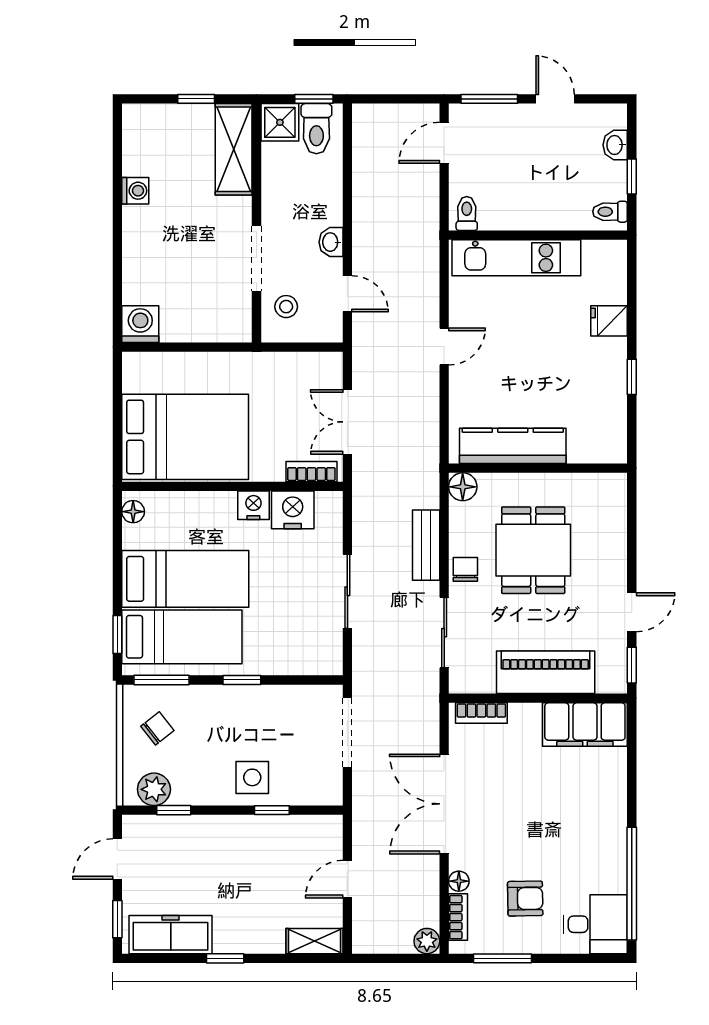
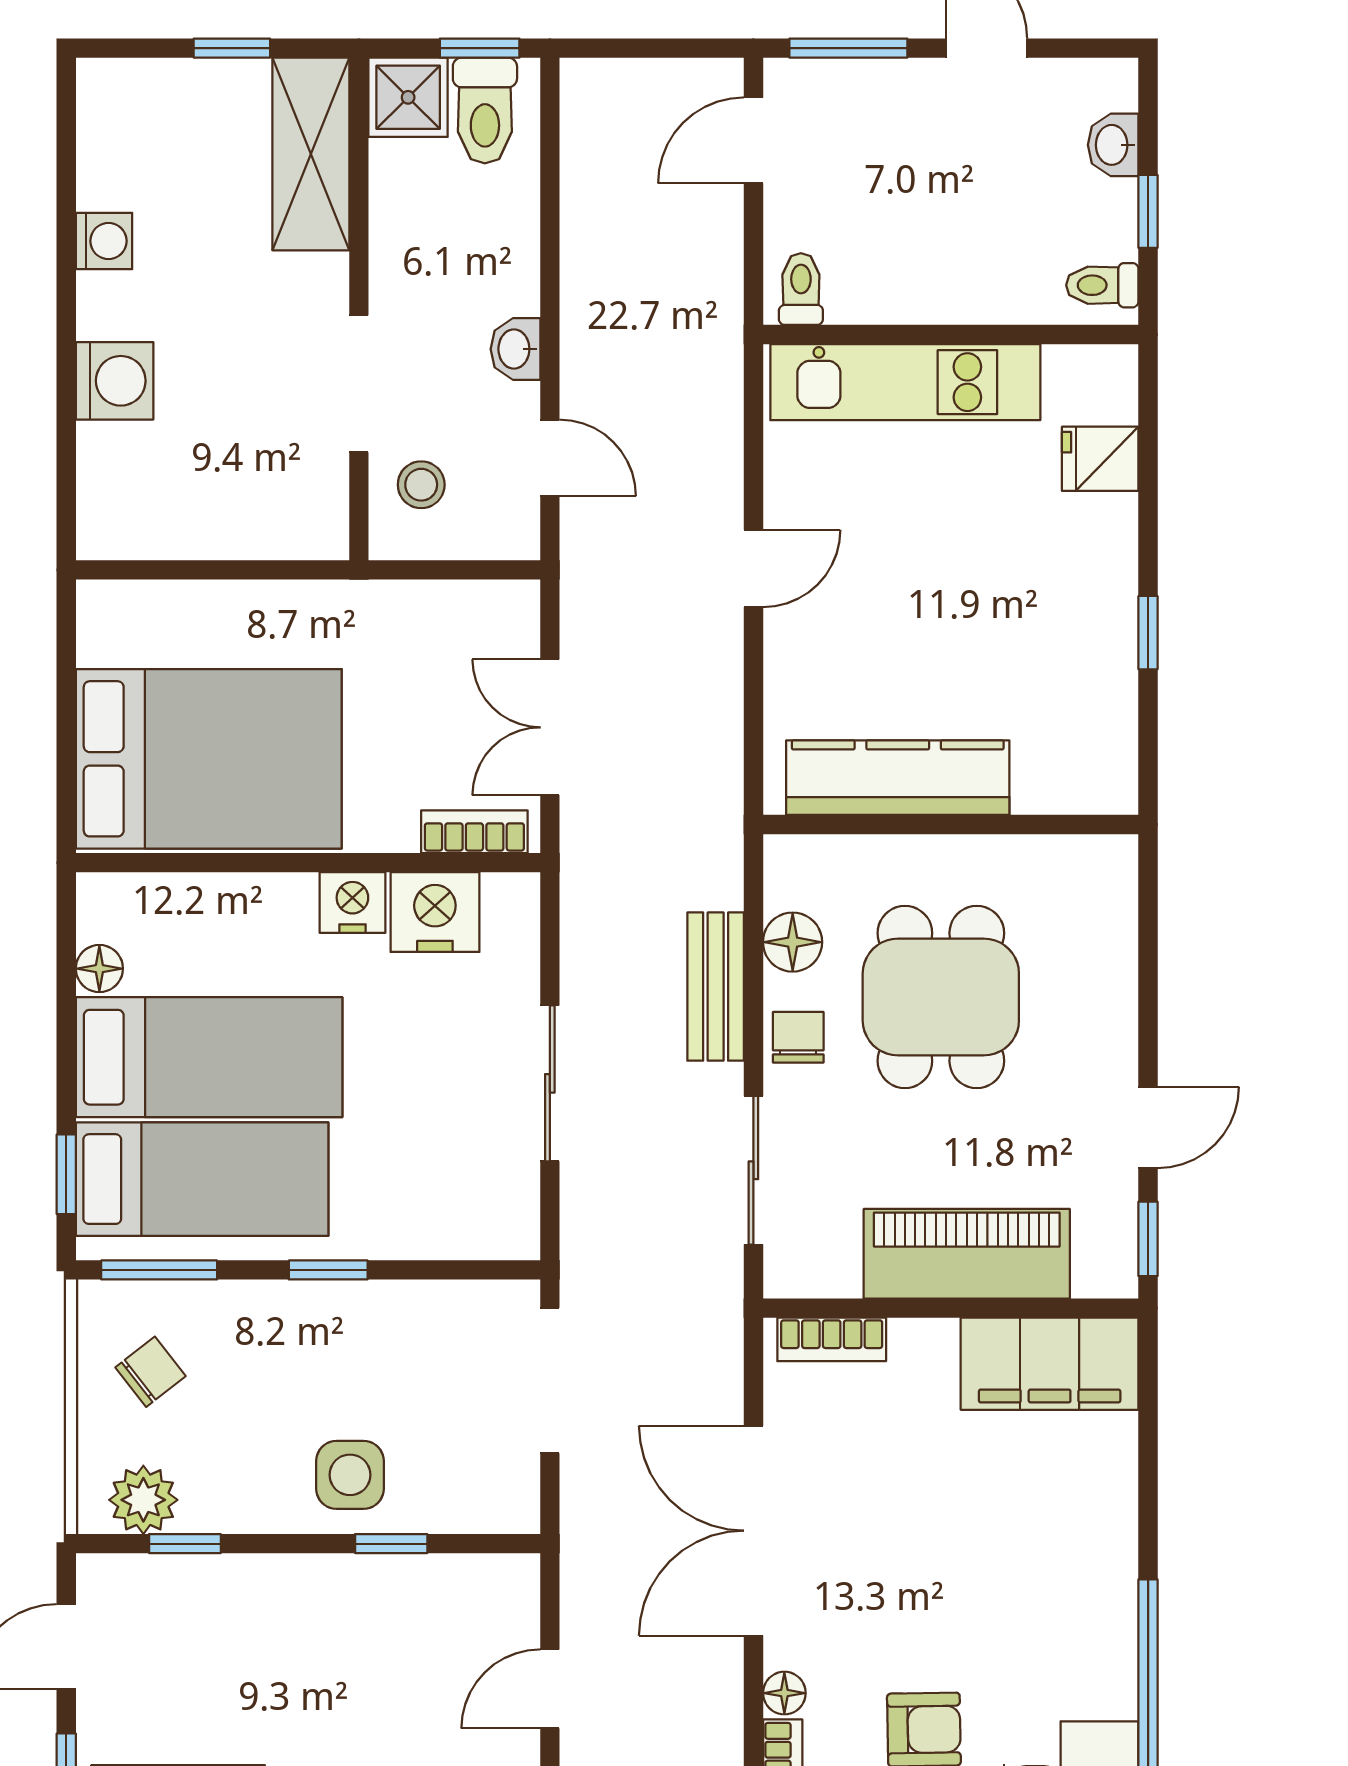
fridge: (609, 321) -> (1100, 459), moved
washing machine: (140, 324) -> (115, 381), moved, turned 90
floor lamp: (463, 487) -> (793, 942), moved
floor lamp: (133, 512) -> (99, 969), moved

